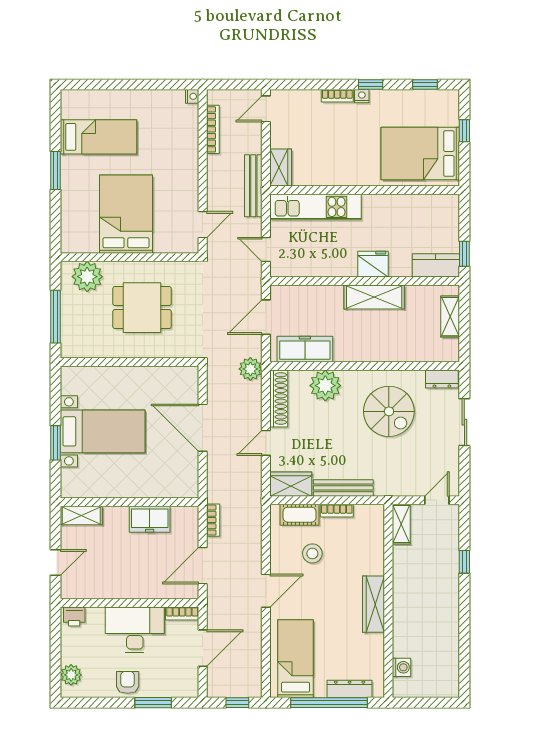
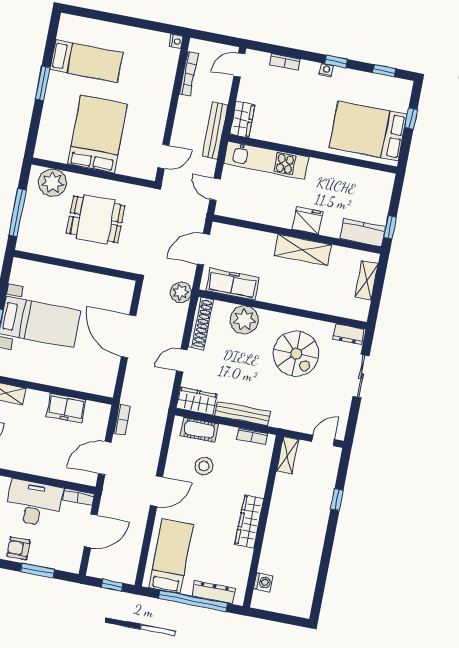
bookcase: (337, 96) -> (285, 62), moved
bookcase: (337, 511) -> (252, 436), moved
armchair: (128, 682) -> (18, 548), turned -90

